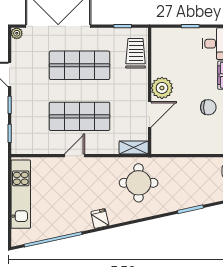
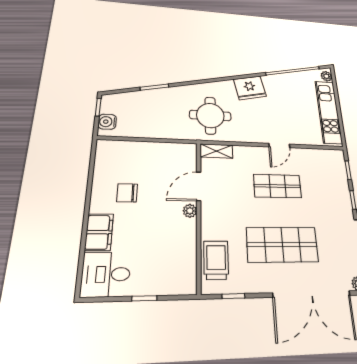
trolley: (136, 53) -> (216, 260), turned 180
plant: (162, 88) -> (190, 211), width x0.53, depth x0.53
shop shelf: (80, 116) -> (277, 186), width x0.70, depth x0.74
fridge: (100, 219) -> (250, 88), width x1.88, depth x1.34
plant: (17, 236) -> (326, 76), added

